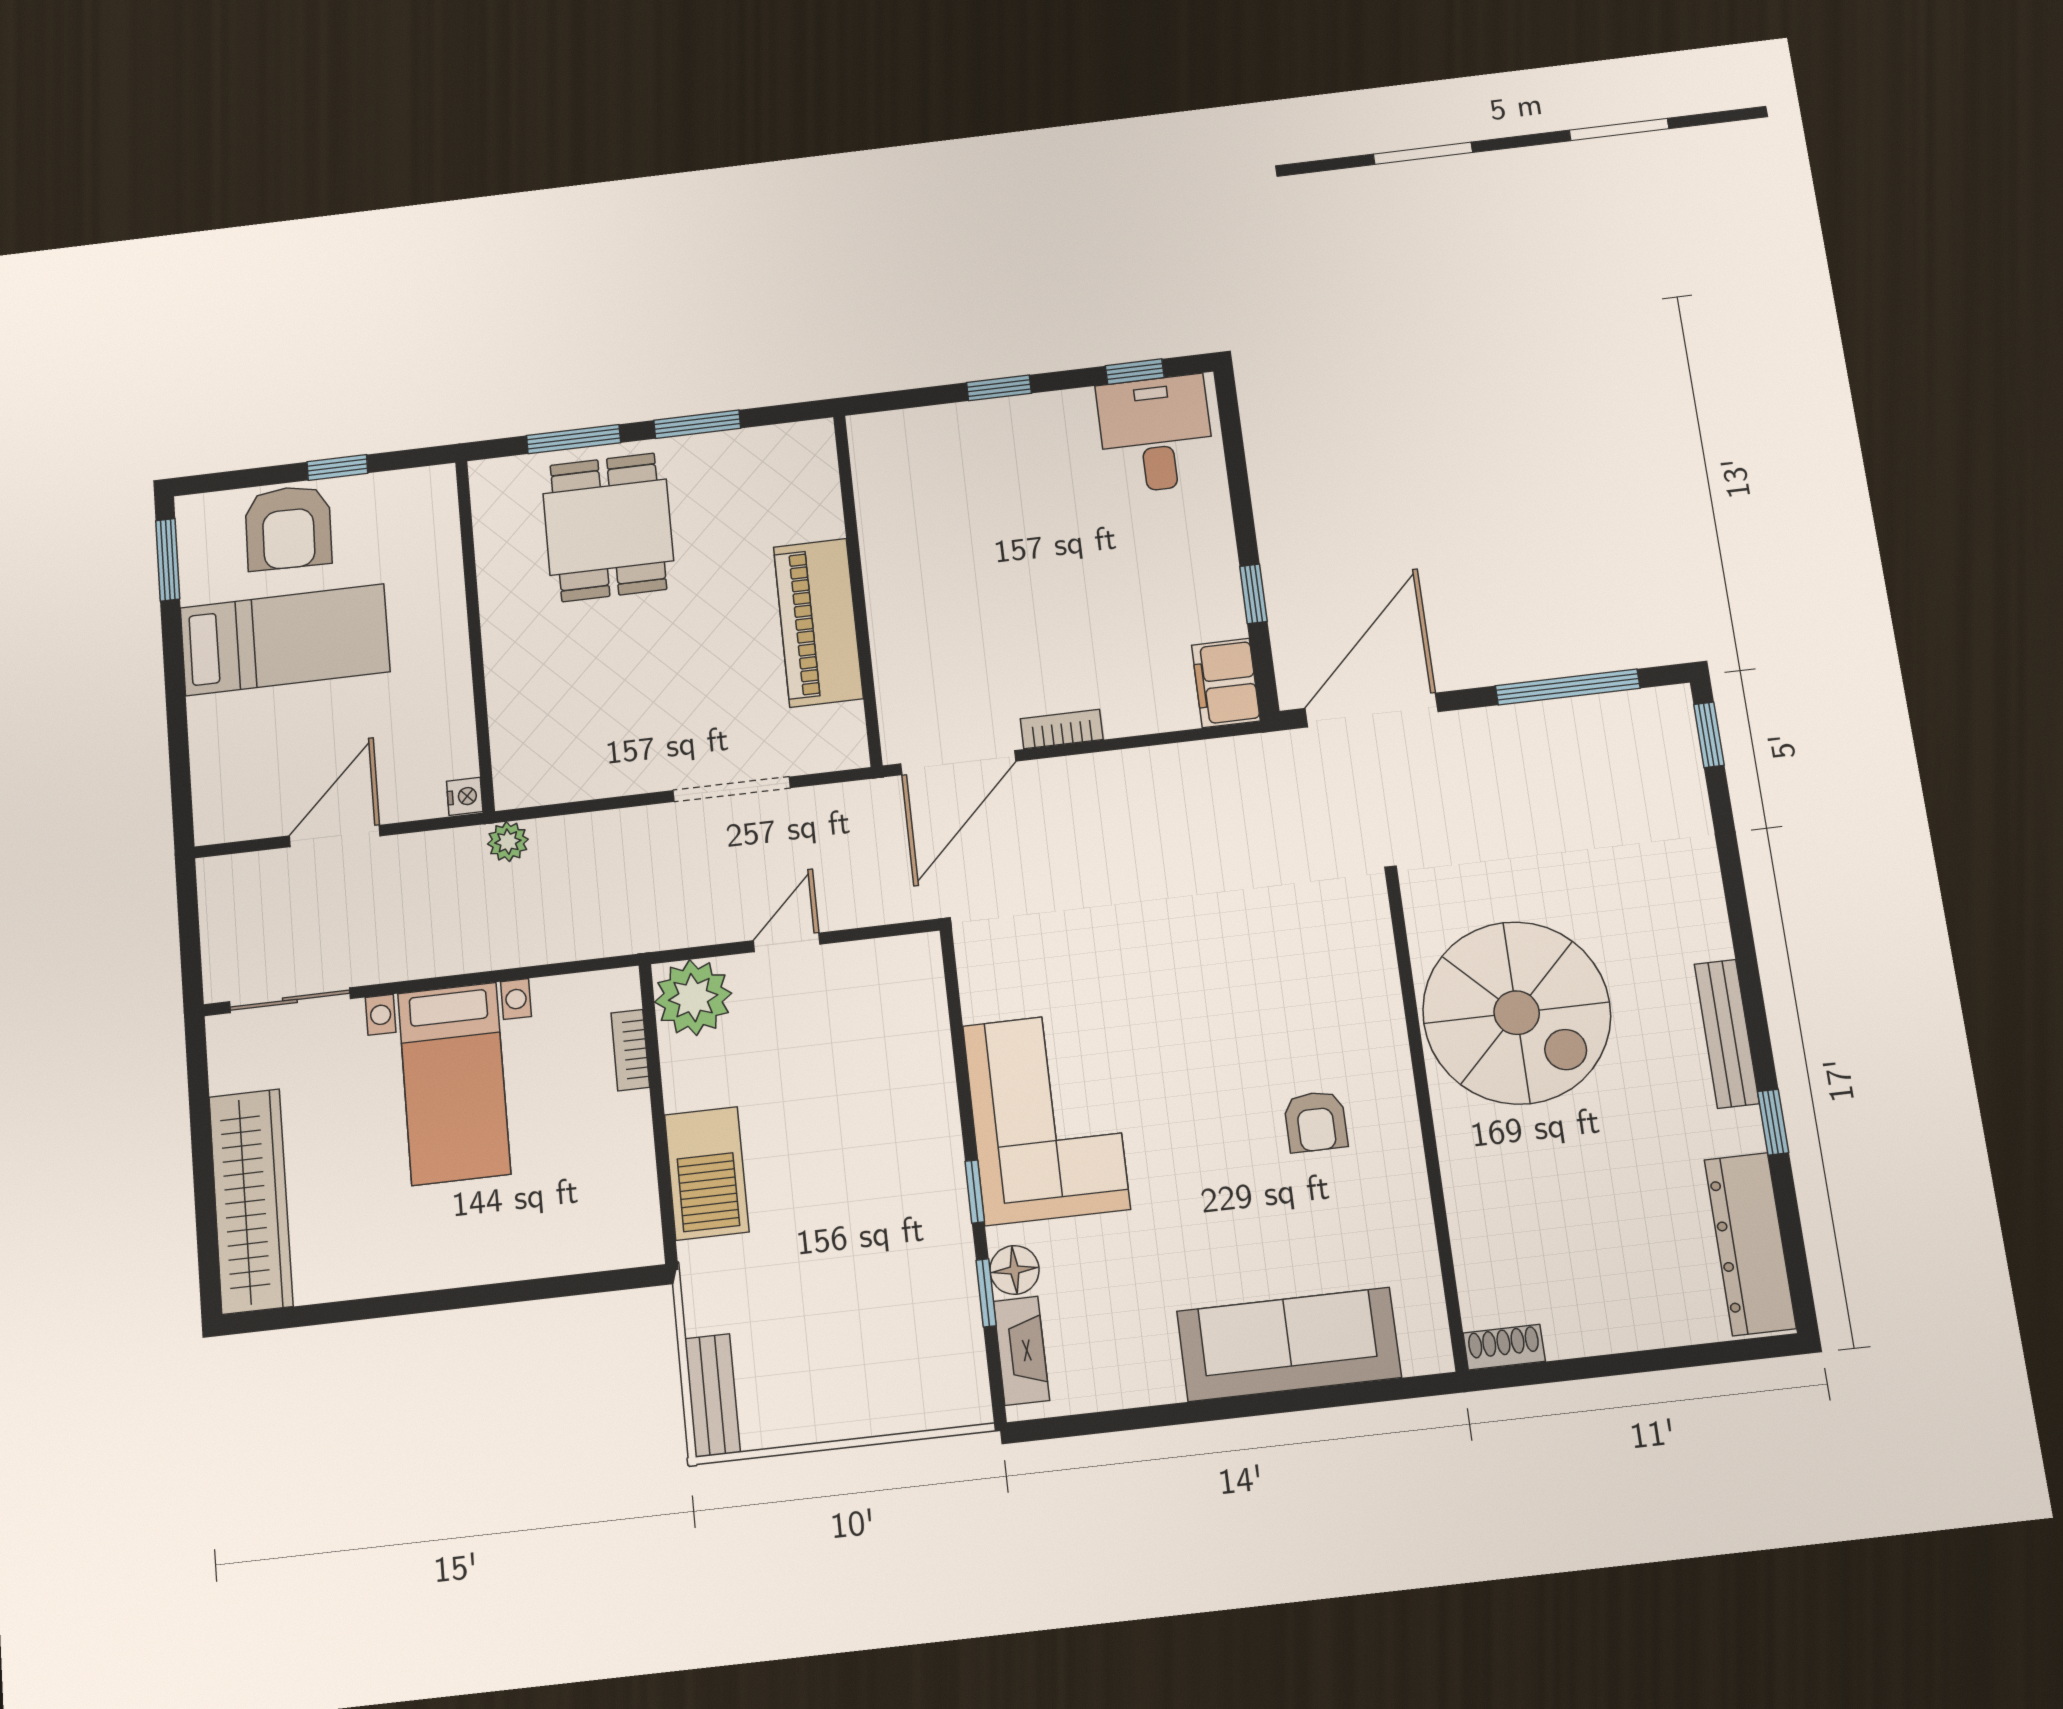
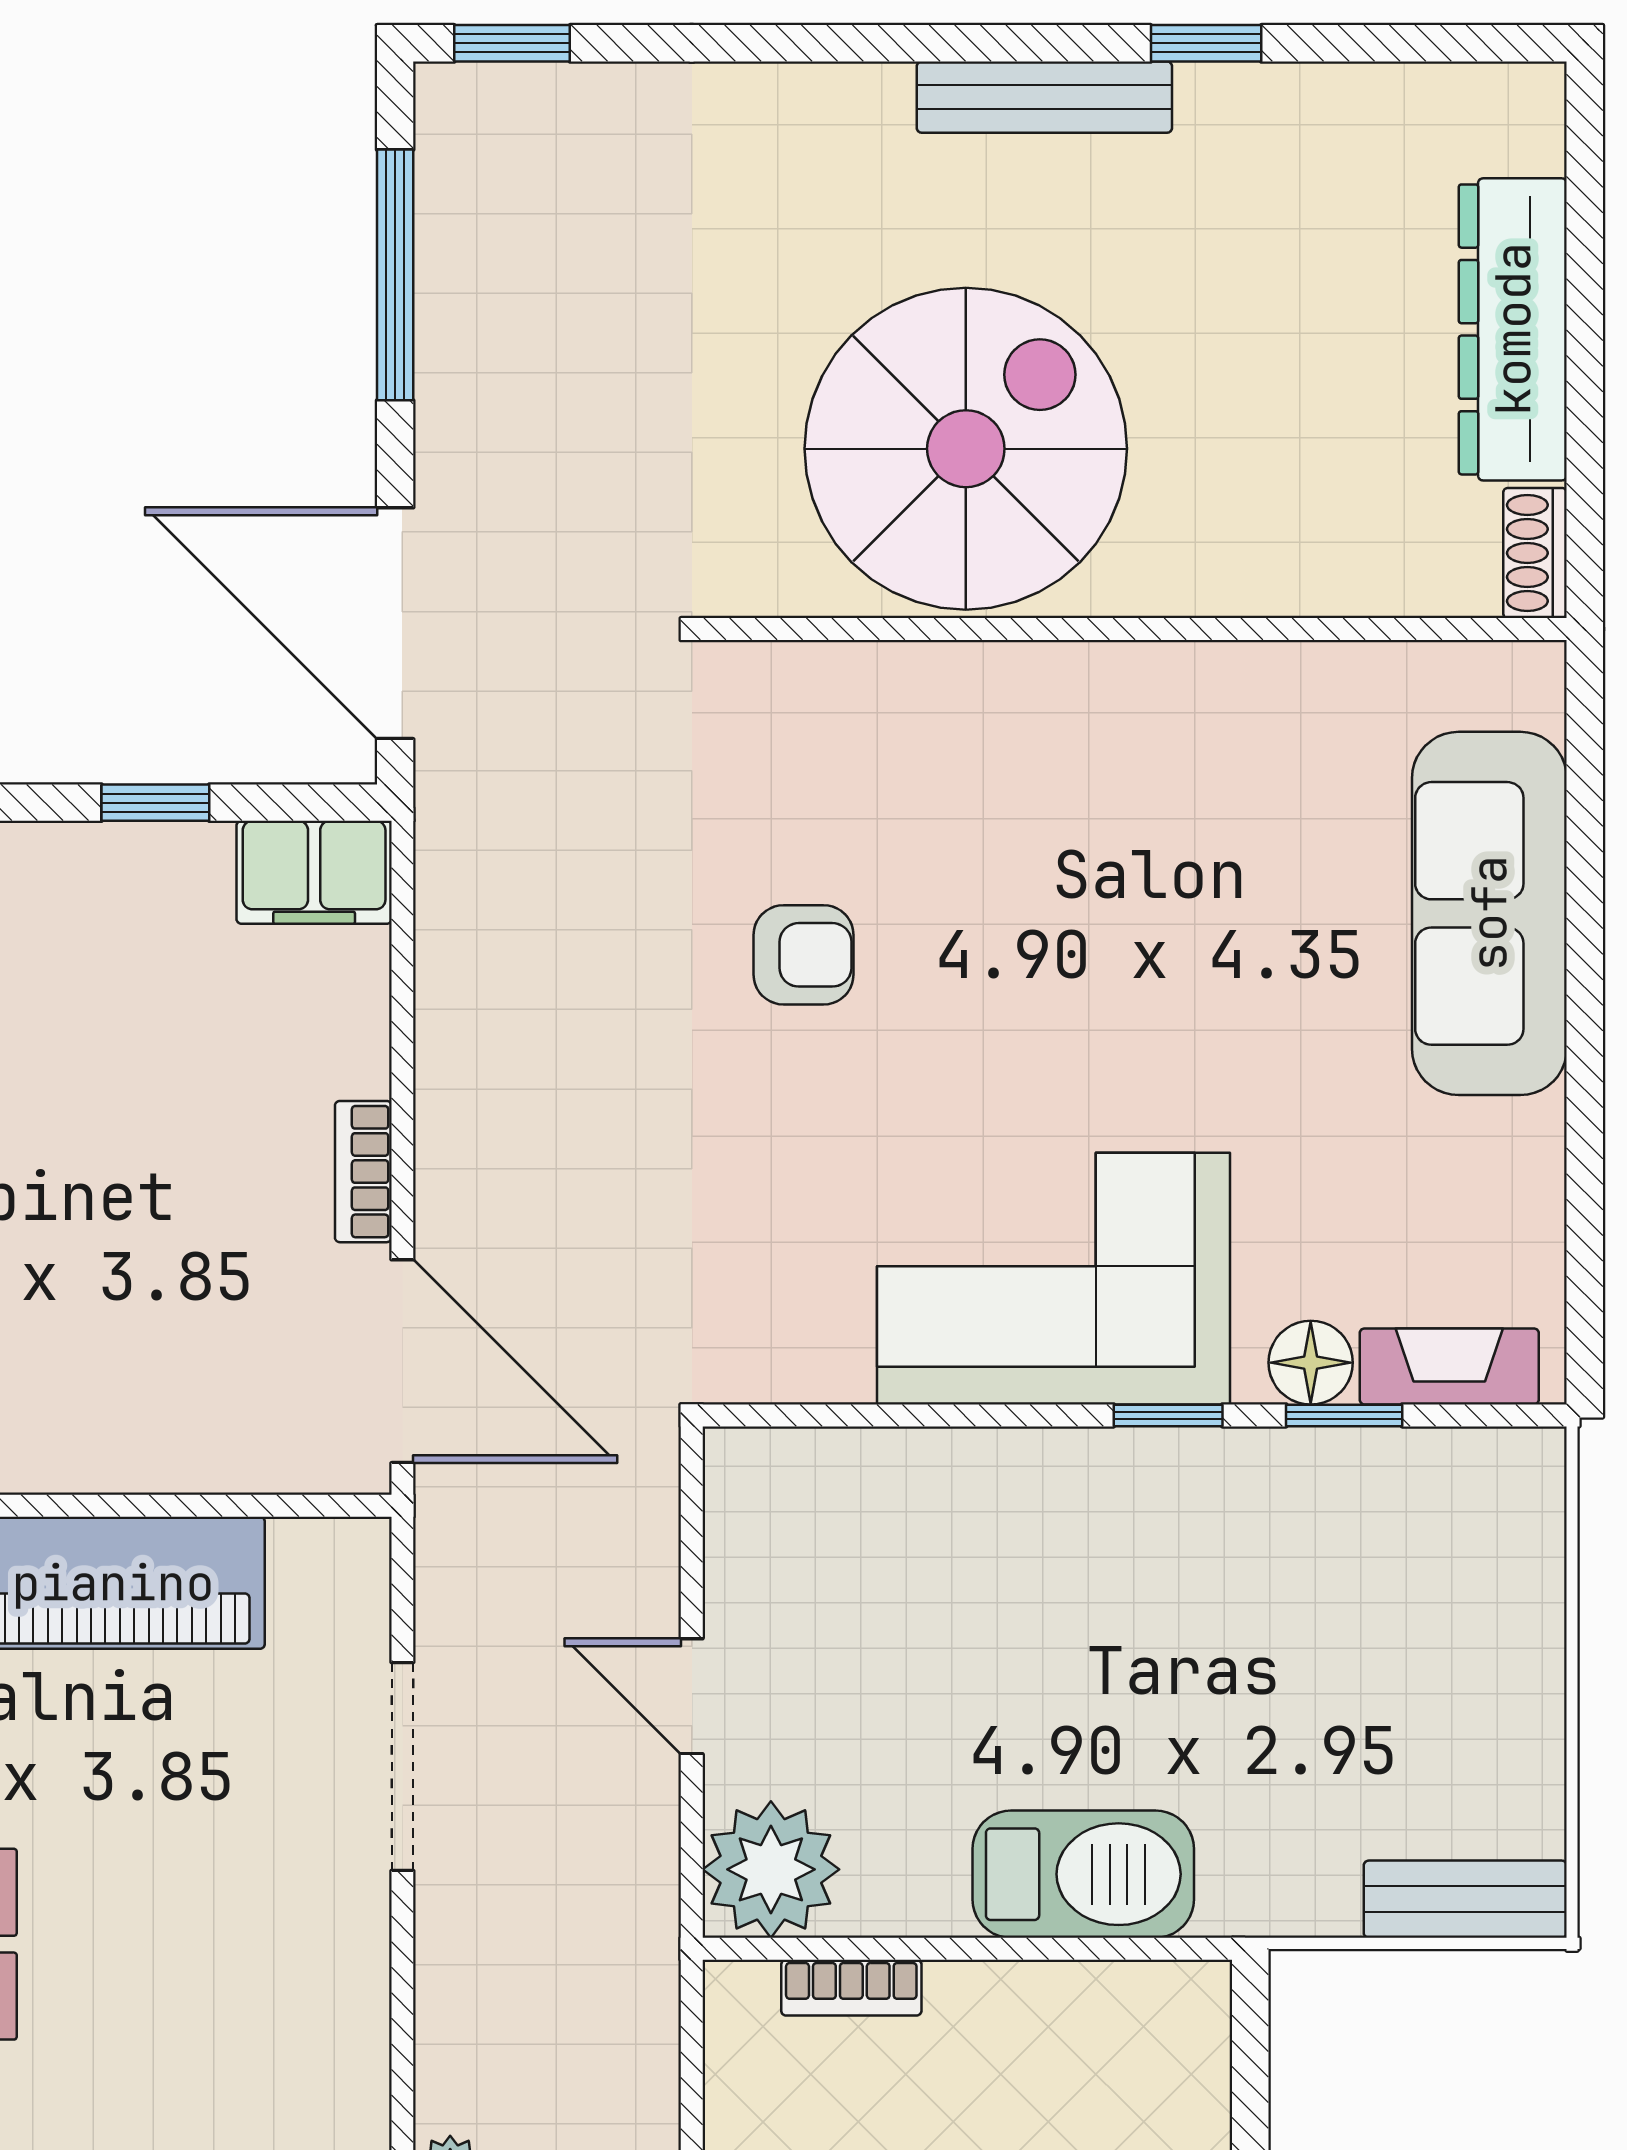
armchair: (1316, 1122) -> (804, 955), moved
dresser: (1750, 1244) -> (1513, 329), moved, turned 90

